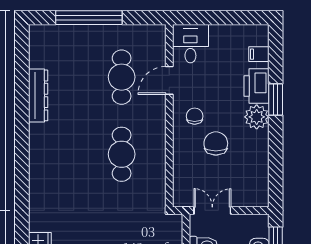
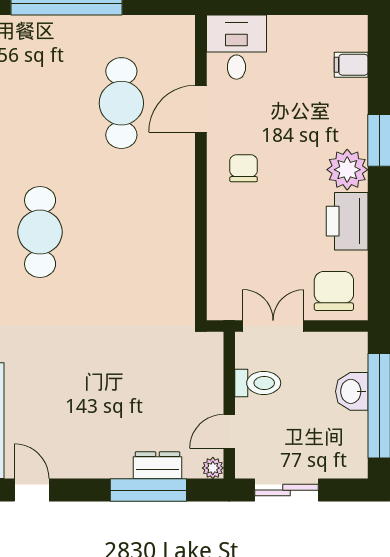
printer: (257, 86) -> (347, 221), moved
chair: (216, 143) -> (334, 291), moved
cafe table: (122, 154) -> (40, 232), moved

